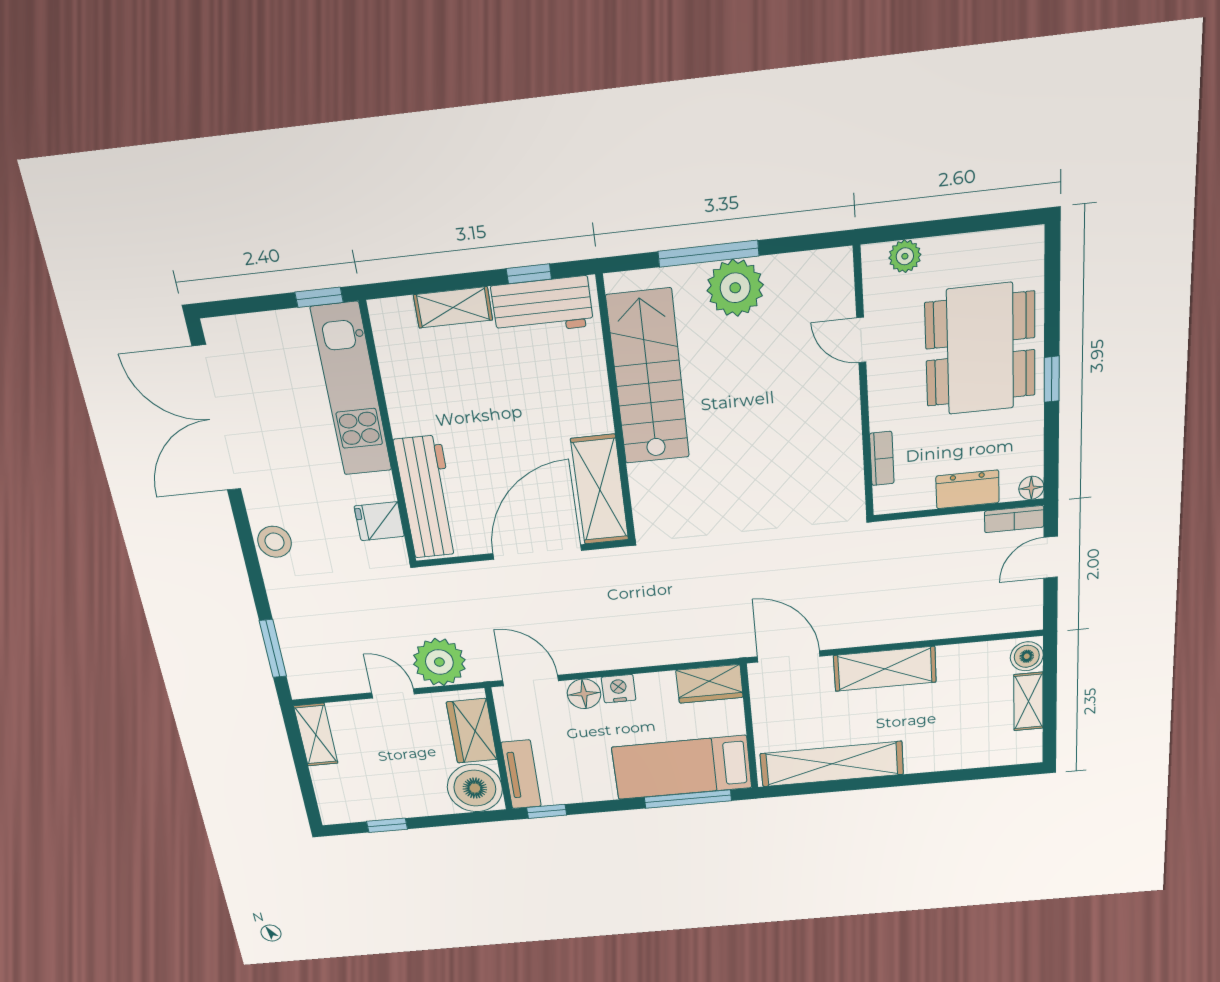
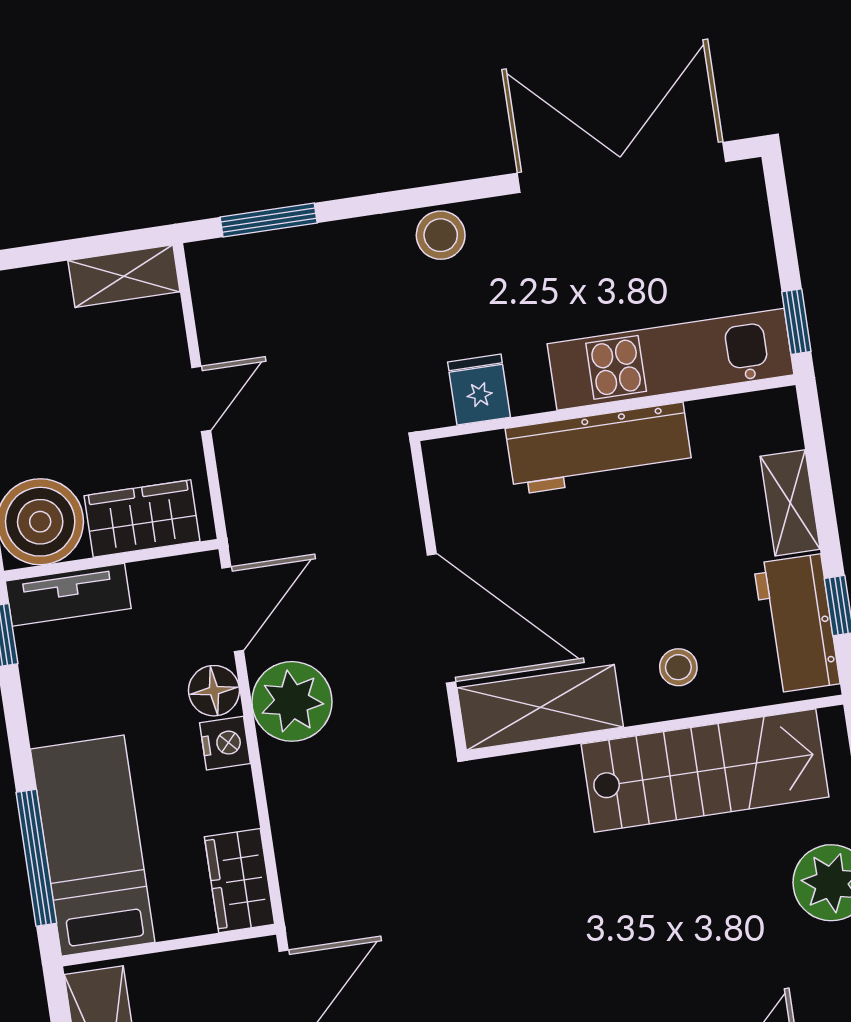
stool: (573, 393) -> (678, 667), added
workbench: (427, 497) -> (599, 449), moved
plant: (439, 662) -> (292, 701), moved

